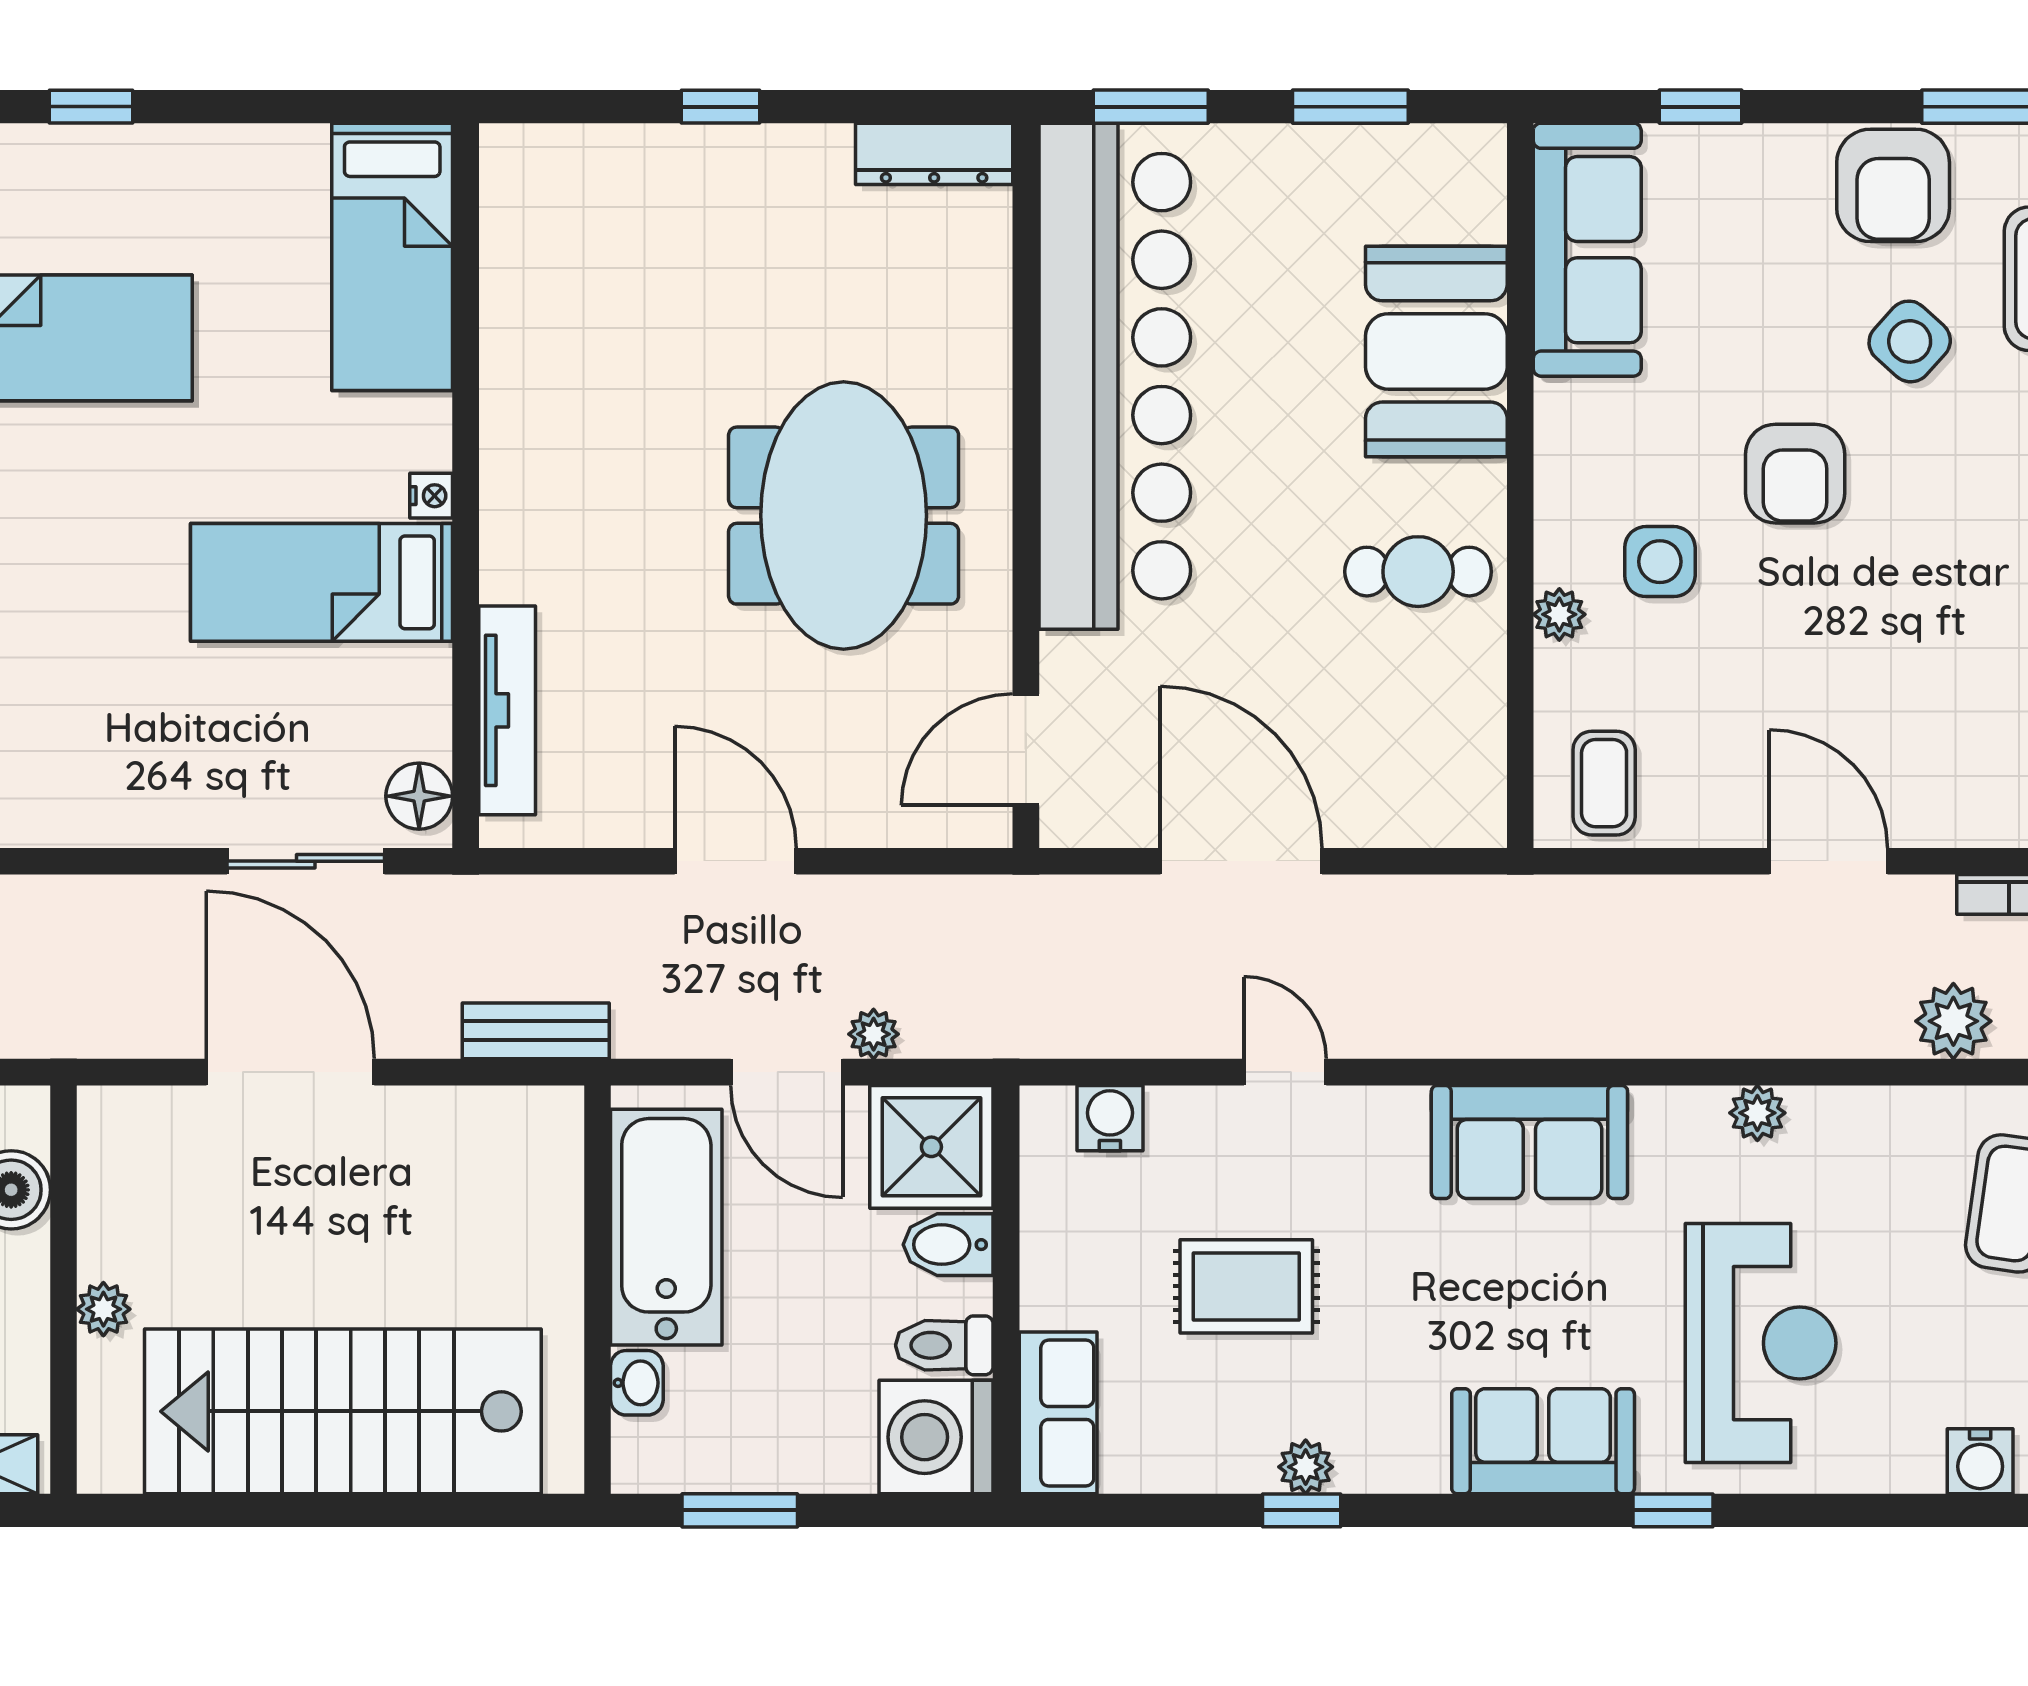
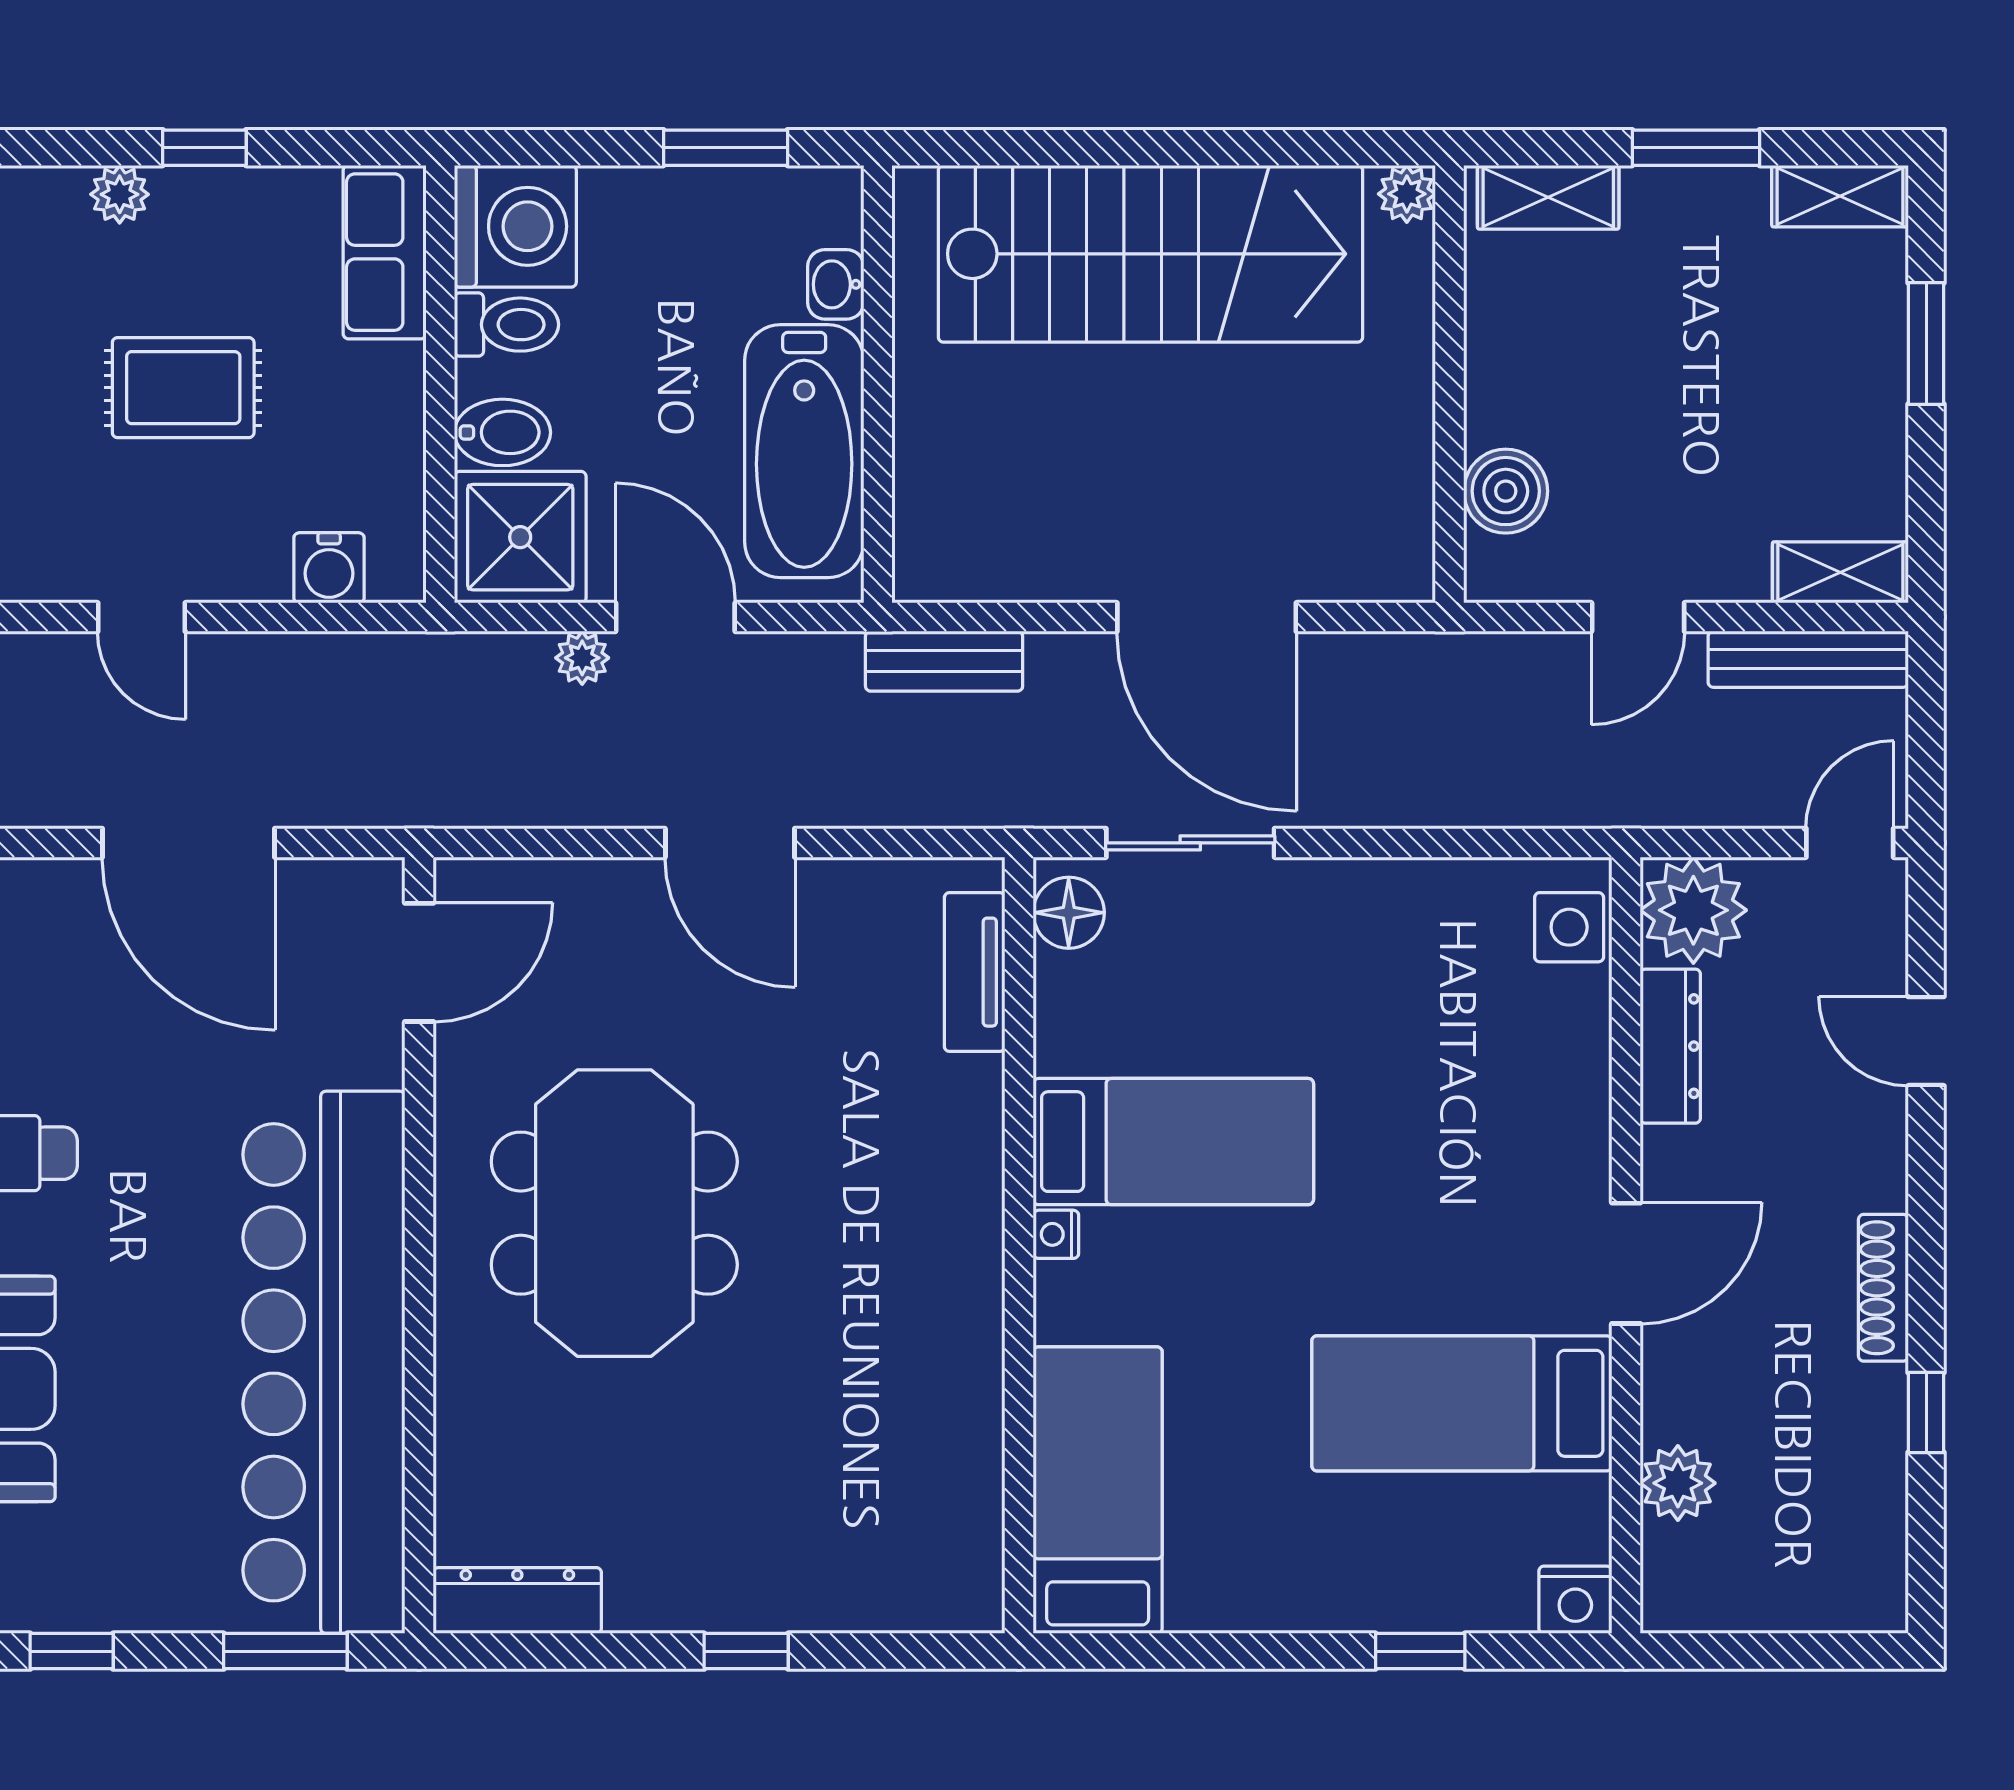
window: (1350, 107) -> (72, 1651), width x0.67
tv unit: (507, 710) -> (975, 972), width x0.71
plant: (103, 1309) -> (1407, 194), moved
window: (1302, 1510) -> (204, 148), moved

